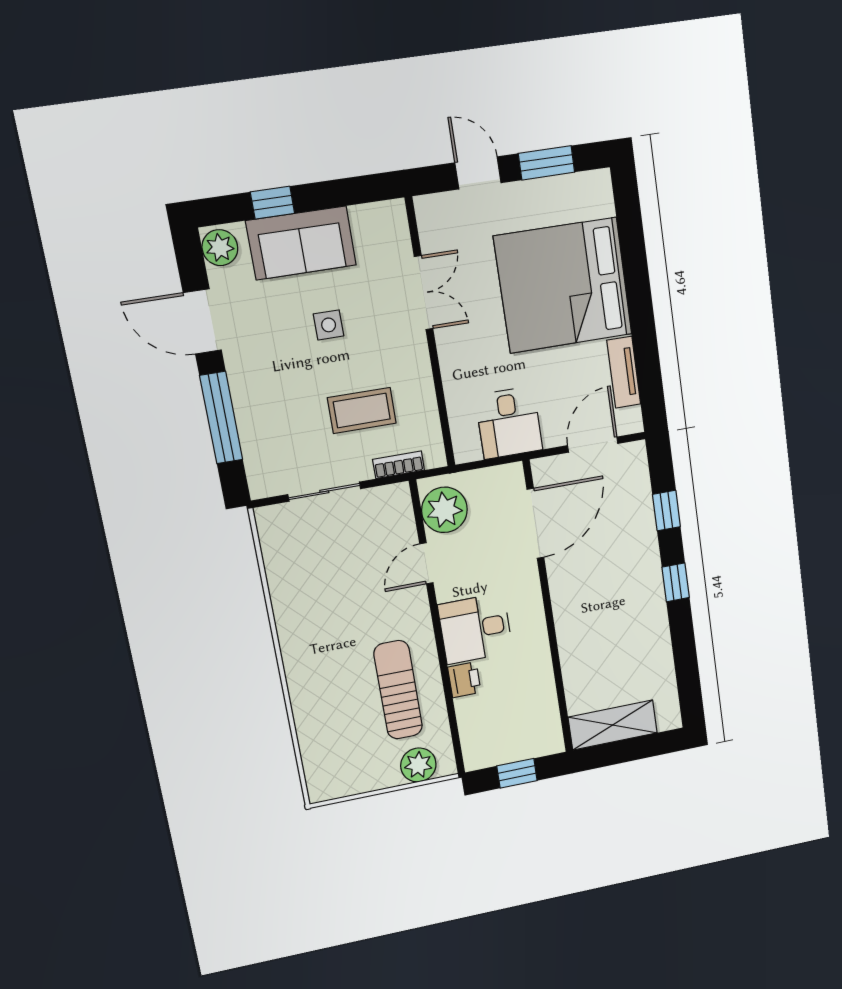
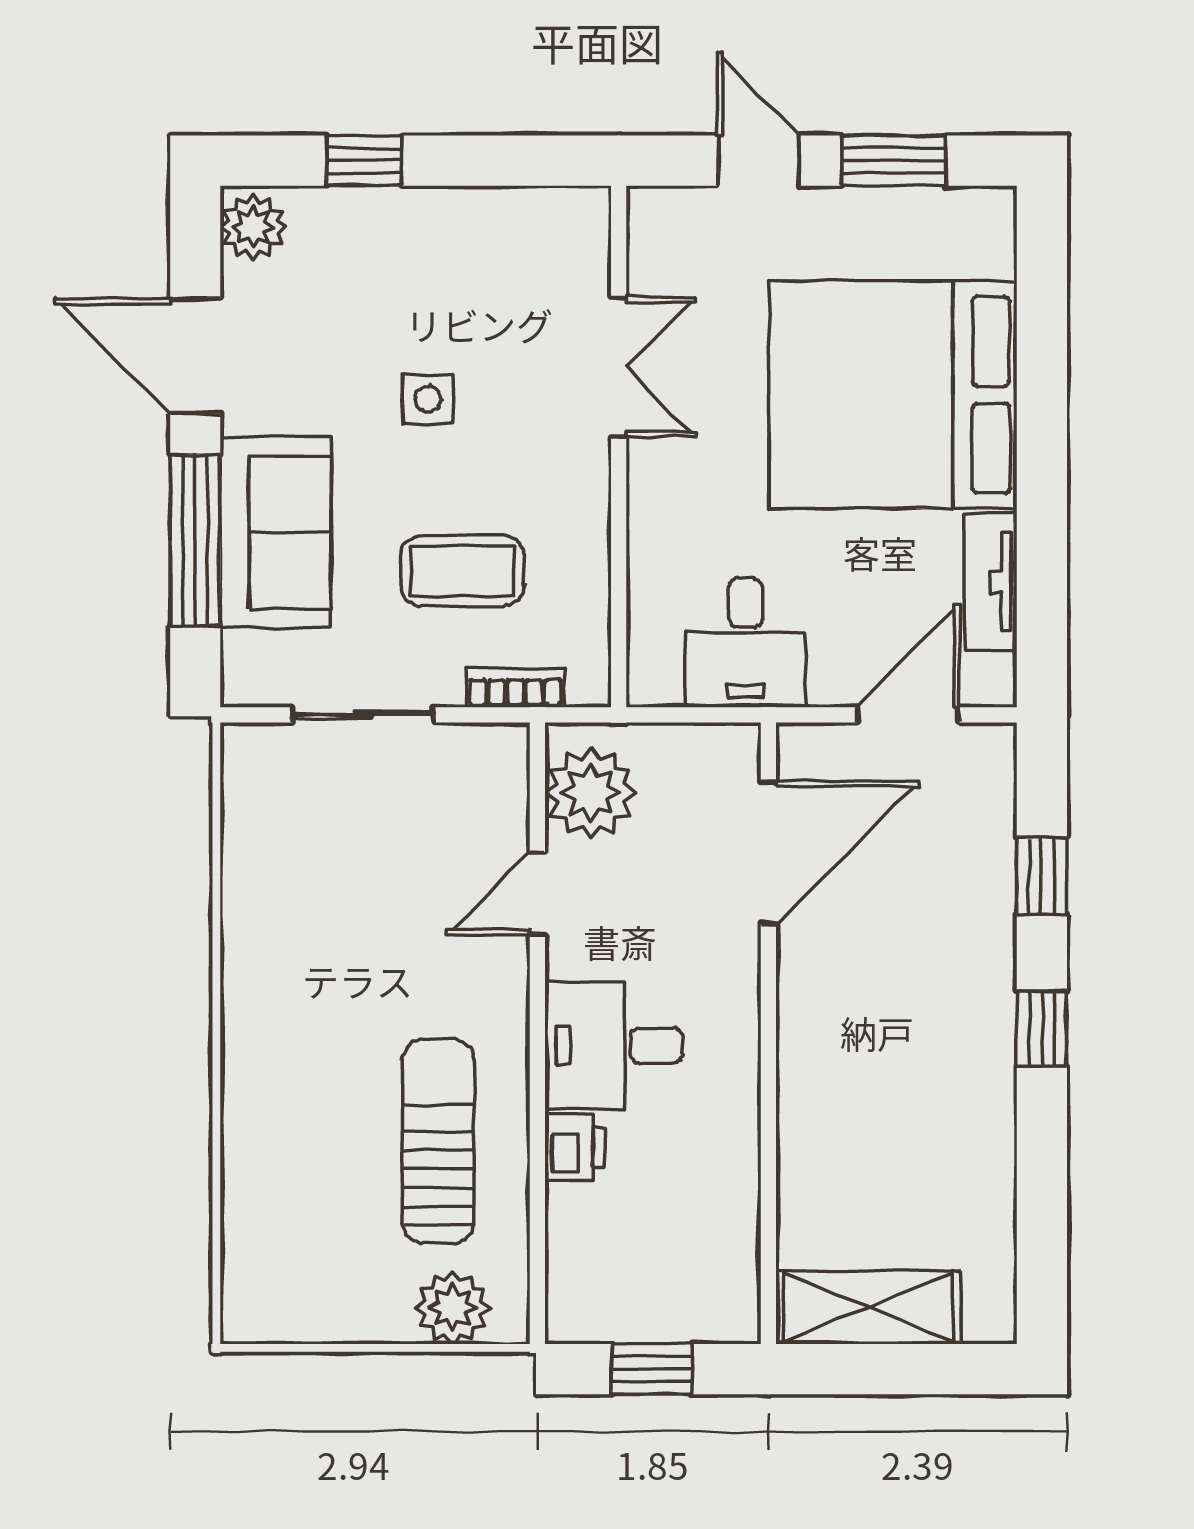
sofa: (301, 243) -> (275, 533), moved, turned -90

